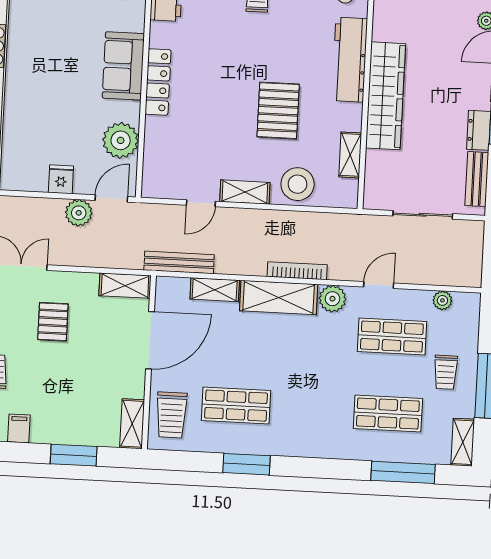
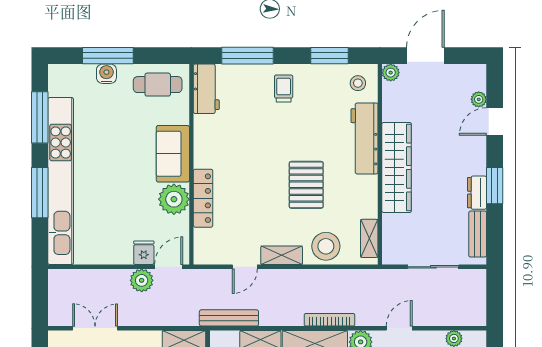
locker: (158, 82) -> (203, 198), moved
plant: (121, 140) -> (174, 199), moved
shelving: (350, 155) -> (369, 238), moved
fridge: (61, 179) -> (144, 253), moved

